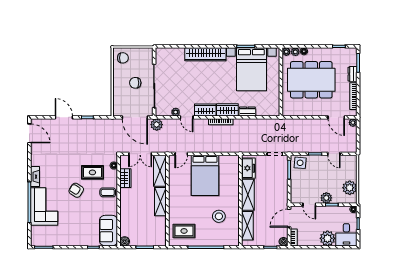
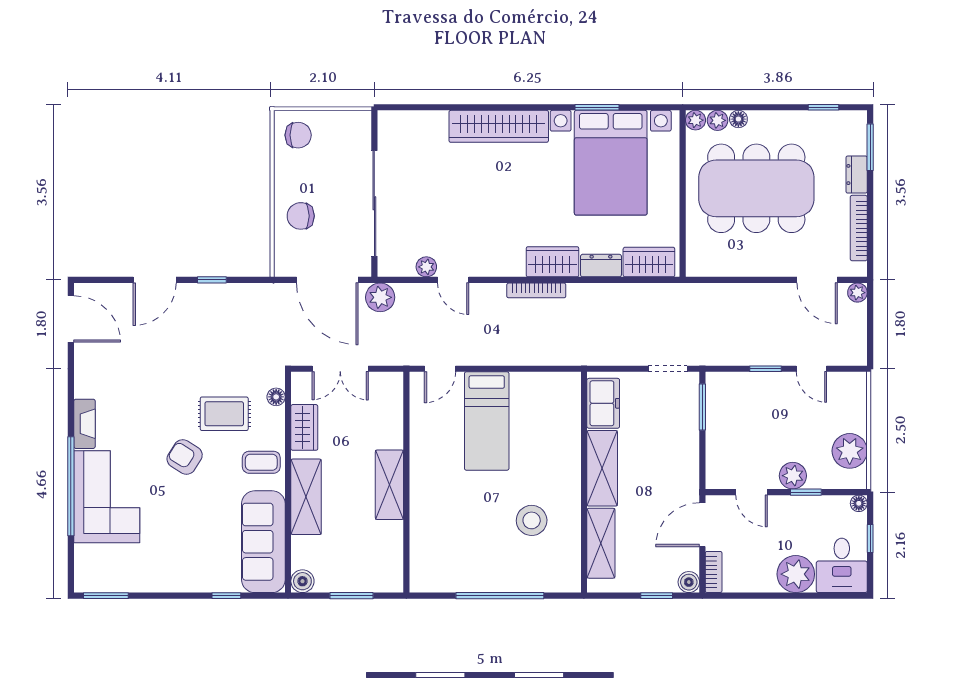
chair: (135, 83) -> (301, 216), moved
wardrobe: (205, 110) -> (649, 262), moved
door: (64, 117) -> (155, 280), swing flipped
side table: (300, 163) -> (729, 390), removed
shelving: (160, 171) -> (306, 497), moved
bed: (205, 175) -> (487, 421), width x0.67
sofa: (109, 231) -> (263, 542), width x1.36
rug: (184, 231) -> (447, 556), removed

